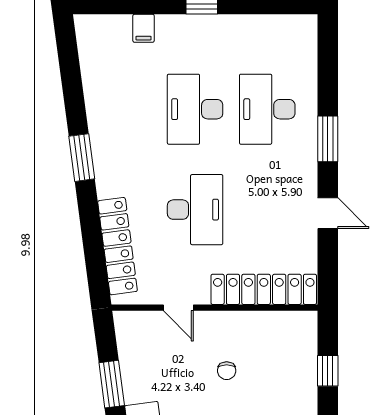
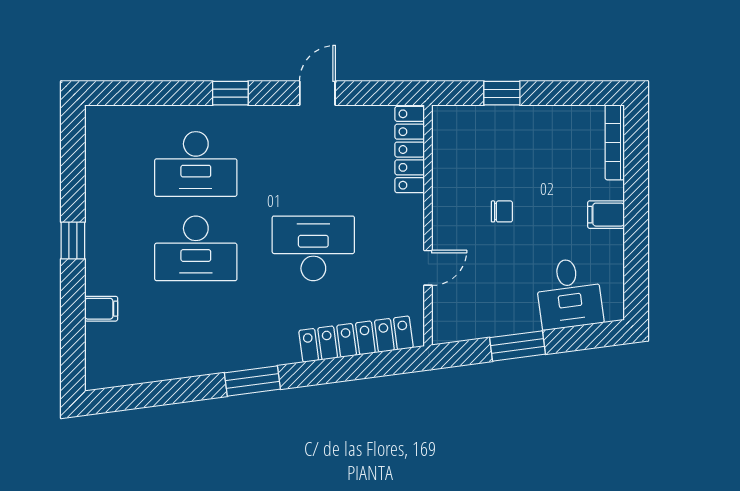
window: (328, 139) -> (230, 93), width x0.67
locker: (264, 289) -> (410, 150), width x0.71, depth x0.83

